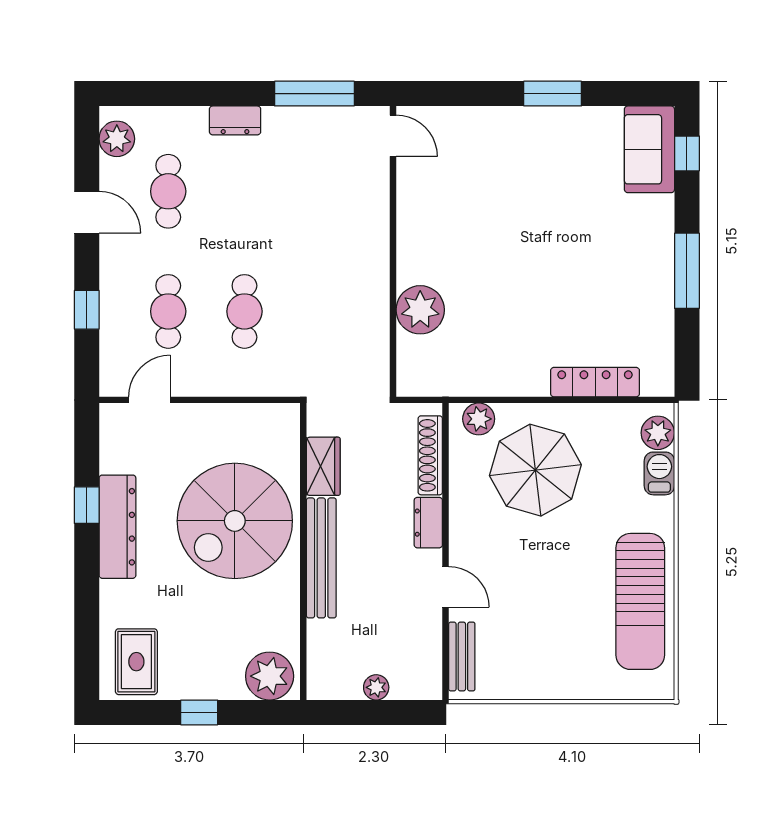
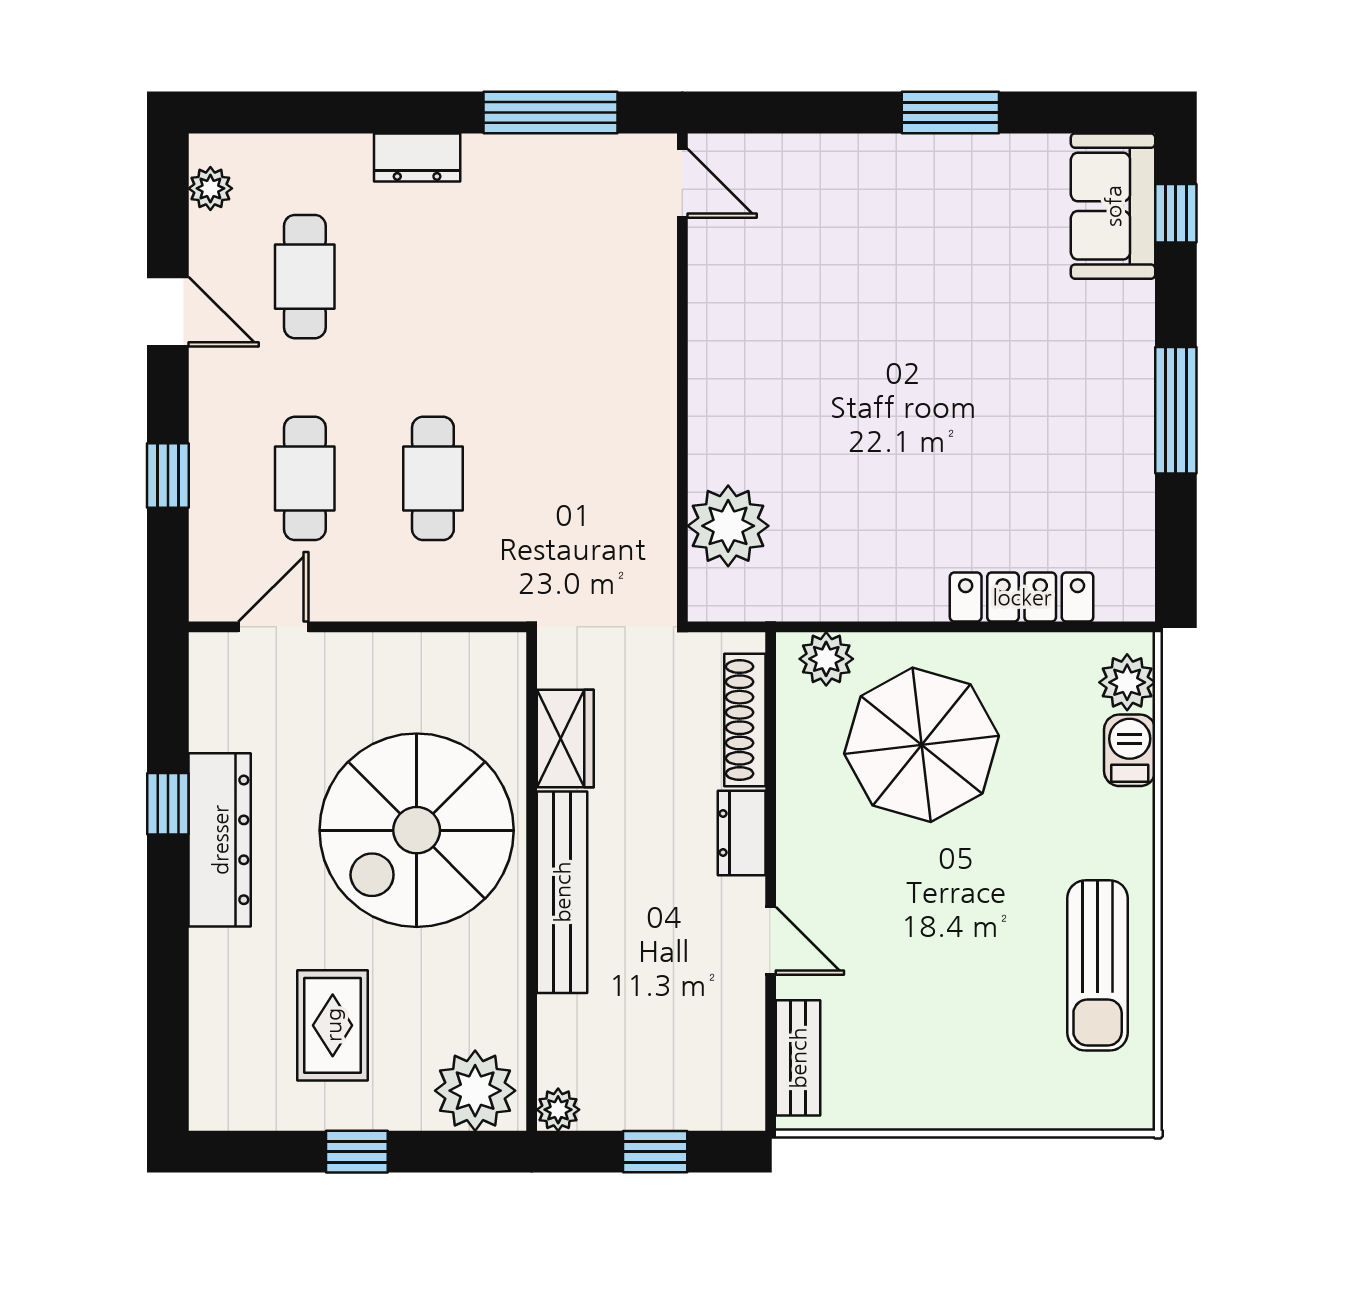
plant: (117, 139) -> (210, 188), width x0.73, depth x0.73
plant: (420, 310) -> (728, 526), moved
sun lounger: (640, 601) -> (1098, 965), width x0.73, depth x0.75
rug: (136, 662) -> (333, 1025), moved
plant: (376, 687) -> (558, 1110), moved
window: (377, 712) -> (655, 1152), added

